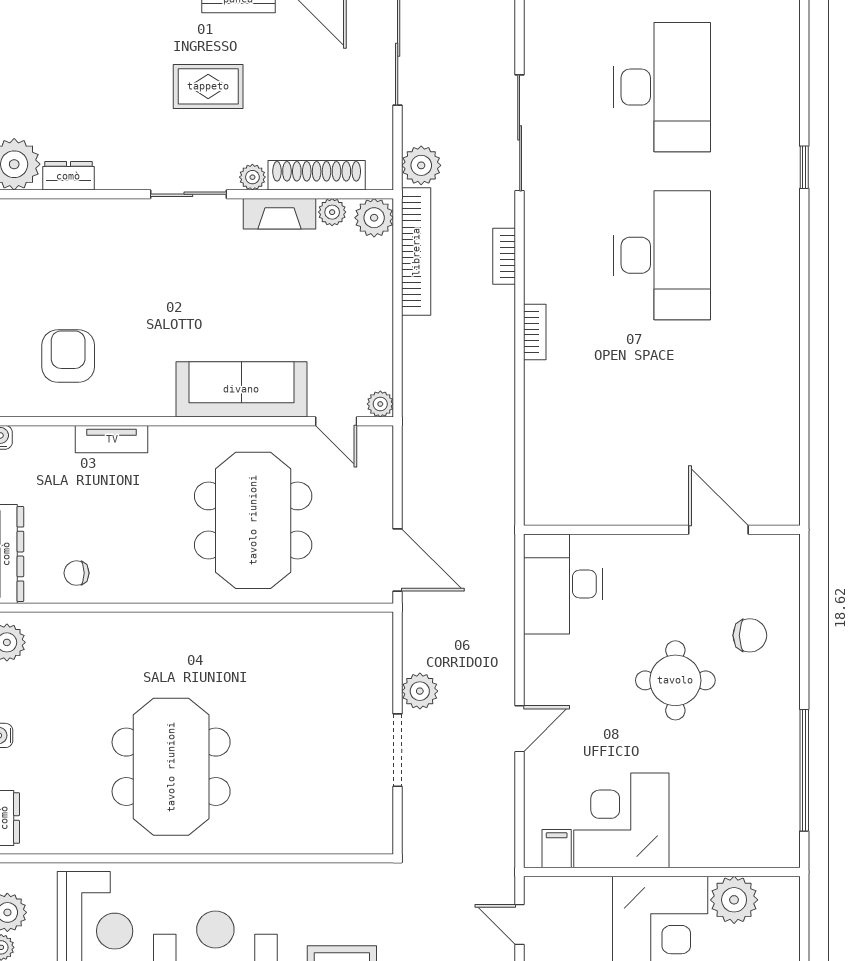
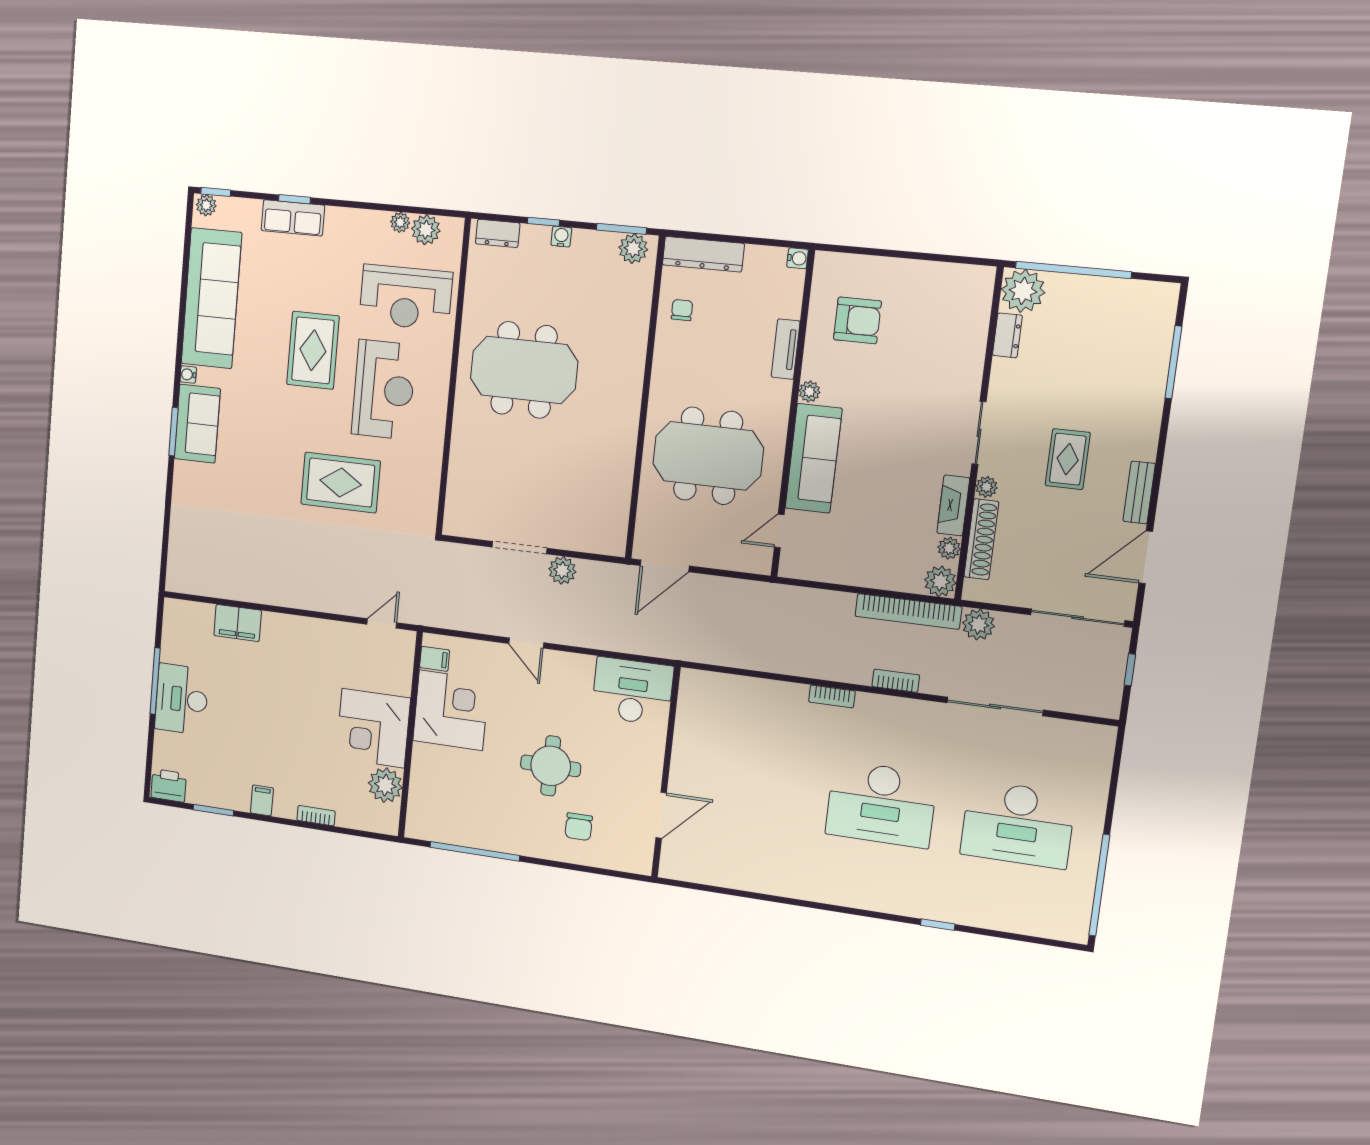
plant: (380, 404) -> (809, 391), moved

